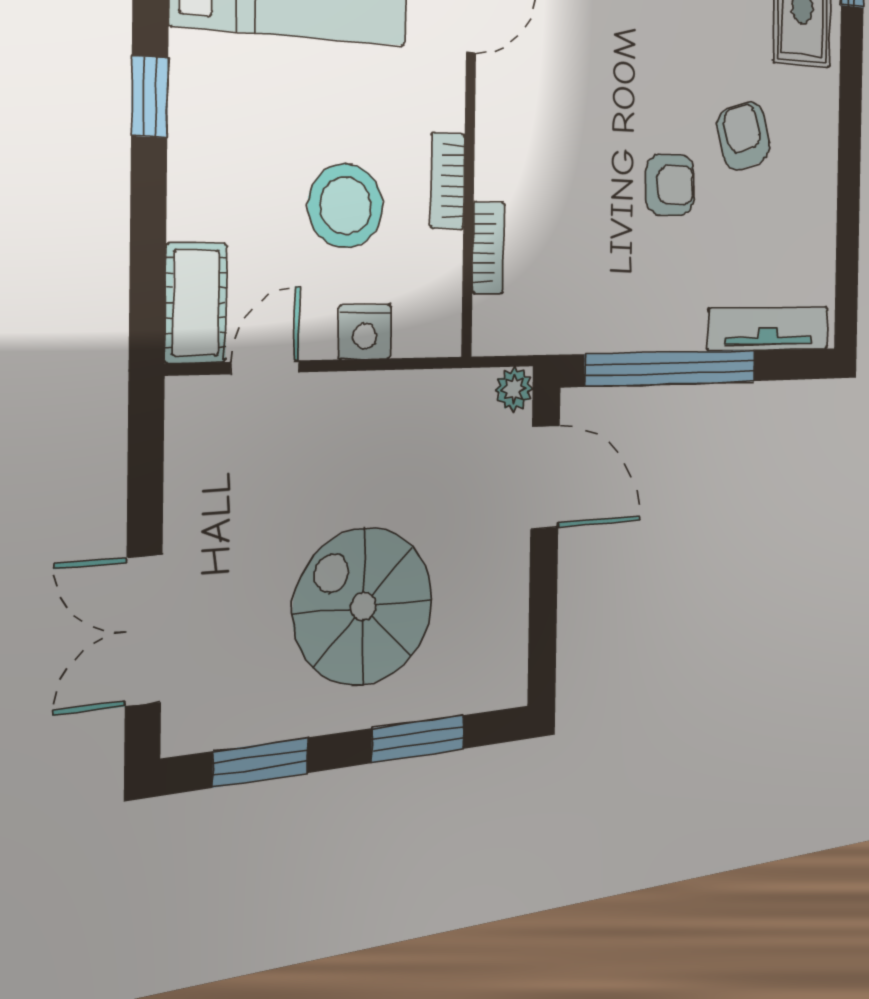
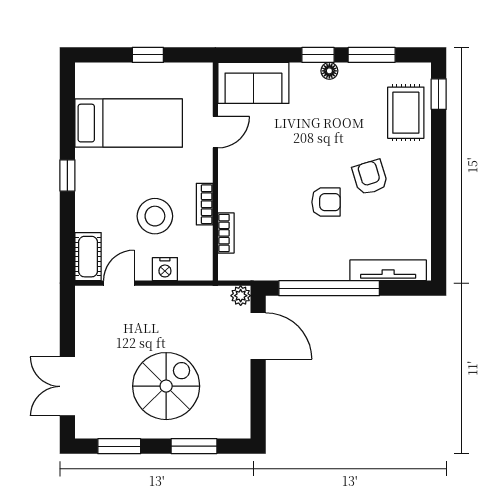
spiral stairs: (363, 606) -> (166, 386), turned 90

